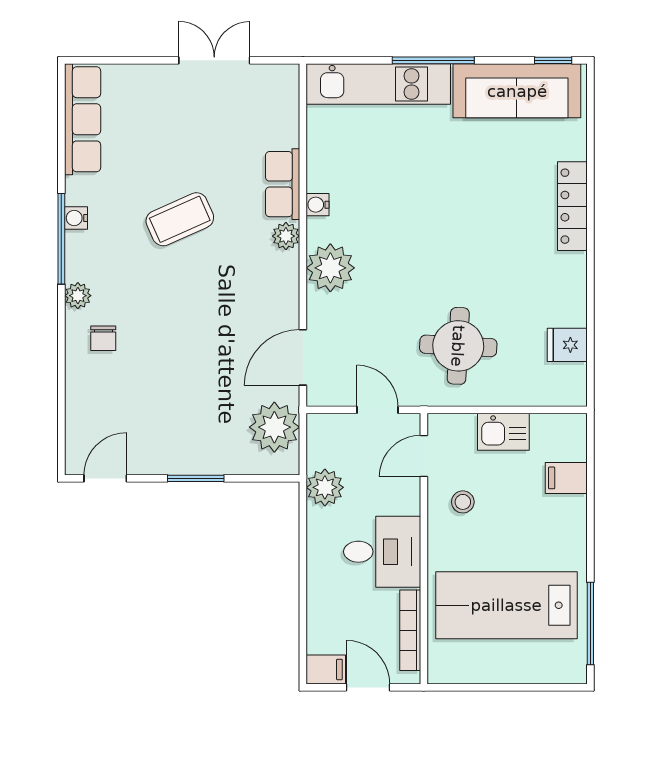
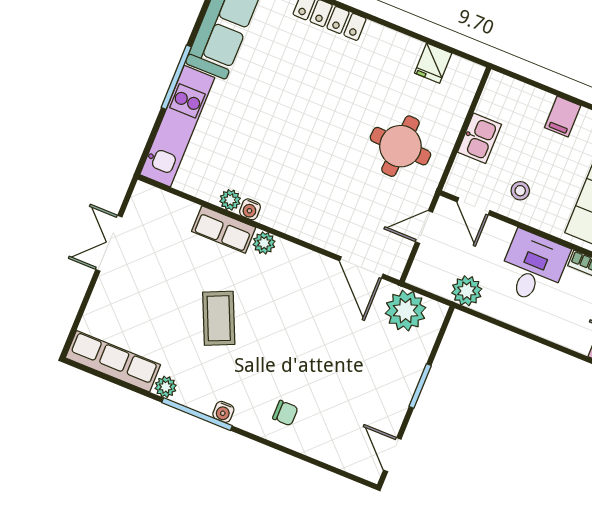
water cooler: (76, 218) -> (223, 412), moved
plant: (330, 268) -> (230, 200), moved, width x0.53, depth x0.53
plant: (78, 296) -> (166, 387), moved
filing cabinet: (566, 478) -> (563, 117), moved

